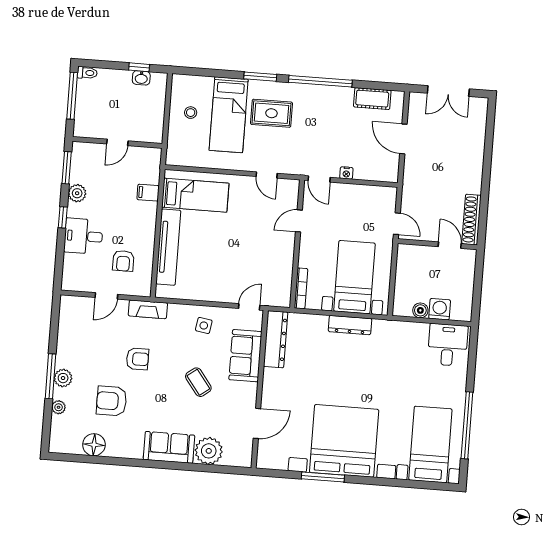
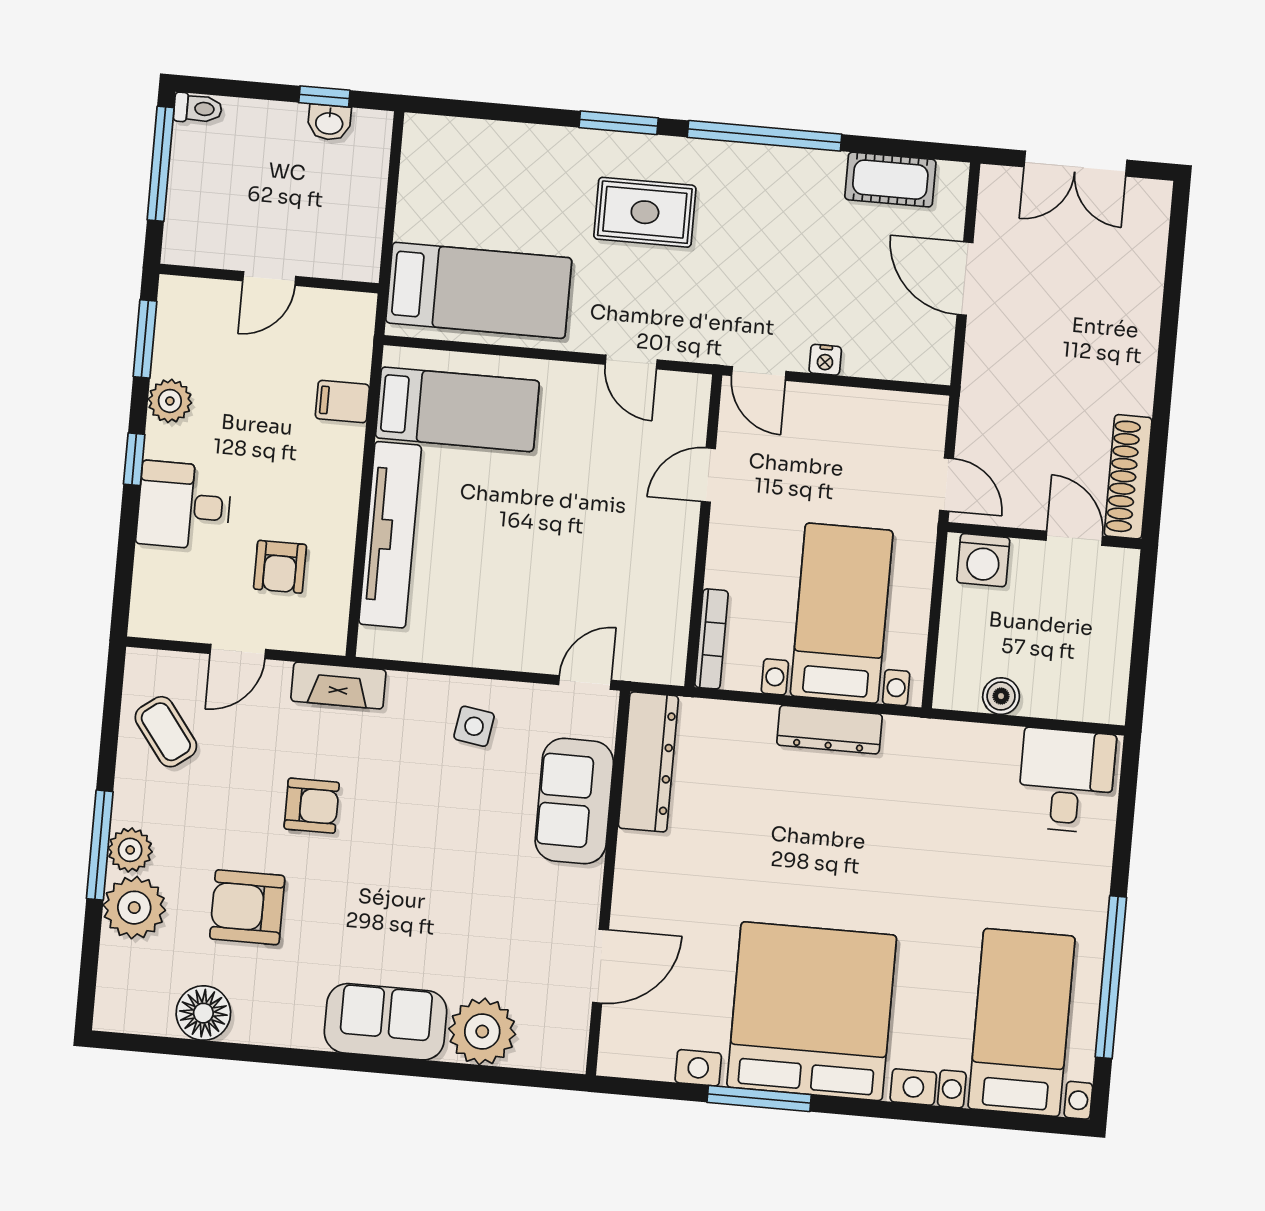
stool: (191, 113) -> (448, 208), removed
bed: (229, 115) -> (479, 290), moved, turned -90
washing machine: (440, 309) -> (983, 560), moved, turned 180
coffee table: (198, 382) -> (166, 732), moved
plant: (59, 407) -> (134, 908), width x1.88, depth x1.88

